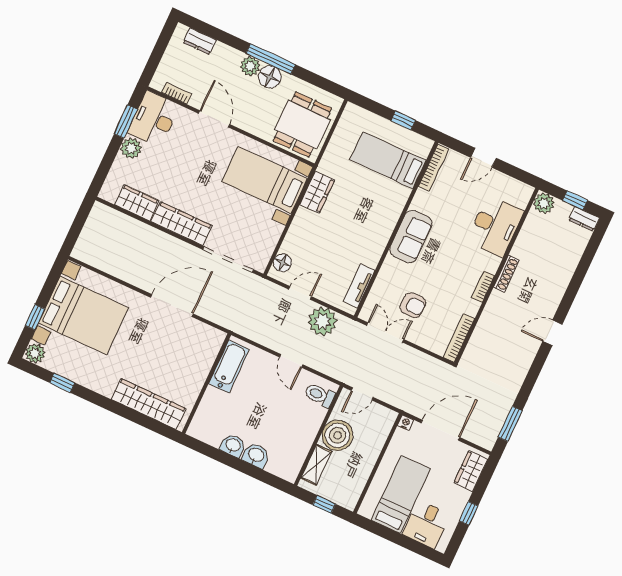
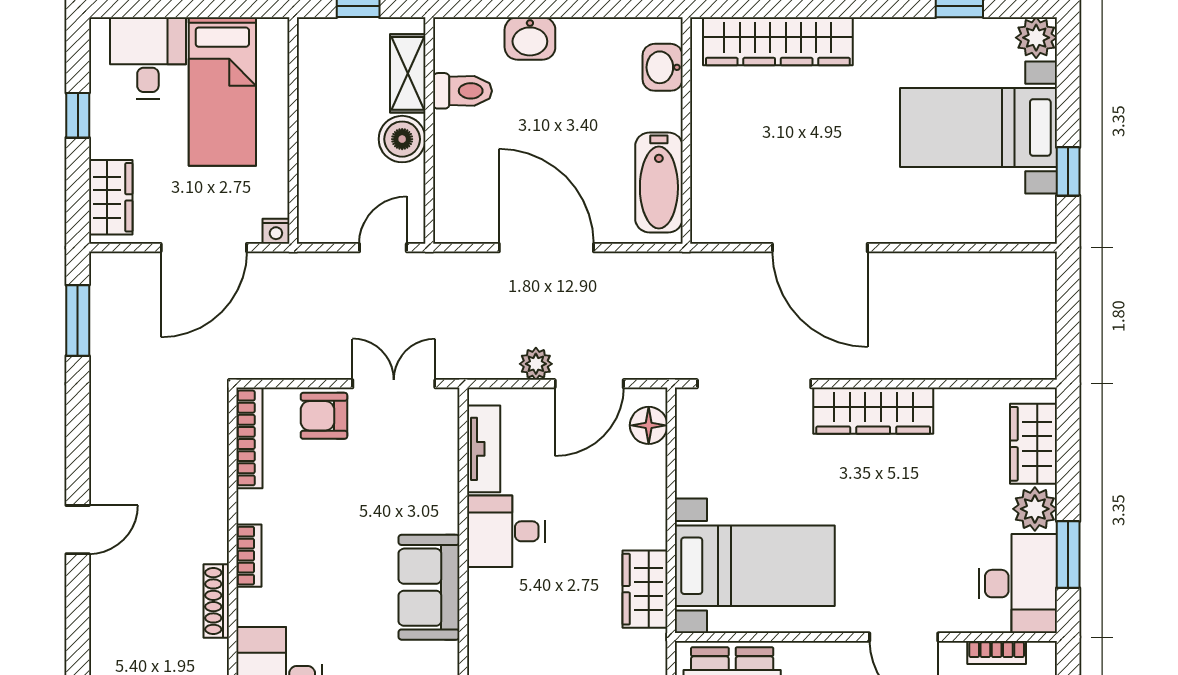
wardrobe: (137, 203) -> (1033, 444), moved, turned 90
desk: (366, 245) -> (506, 531), added
door: (300, 293) -> (589, 384), width x1.38
armchair: (413, 305) -> (324, 416), moved
door: (172, 306) -> (820, 248), hinge flipped
bed with nightstands: (83, 315) -> (978, 128), width x0.73
window: (35, 317) -> (1068, 171), moved
plant: (322, 321) -> (536, 364), width x0.53, depth x0.53
double door: (385, 332) -> (394, 384), swing flipped
door: (291, 361) -> (546, 248), width x1.87
toilet: (320, 395) -> (462, 91), moved
boiler: (337, 435) -> (402, 139), width x0.73, depth x0.73
washbasin: (233, 446) -> (663, 67), moved, turned 90

